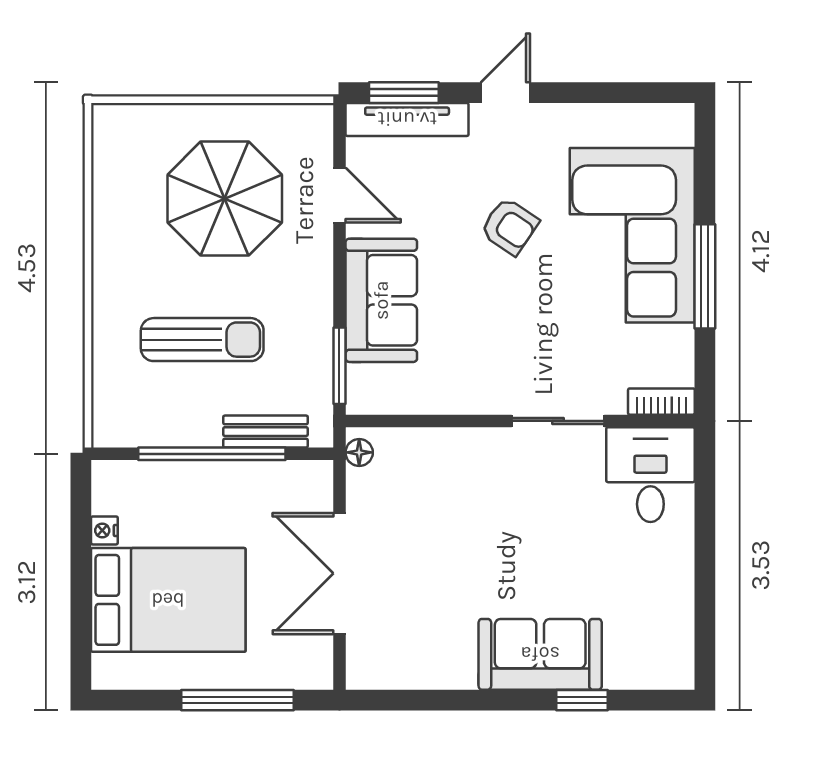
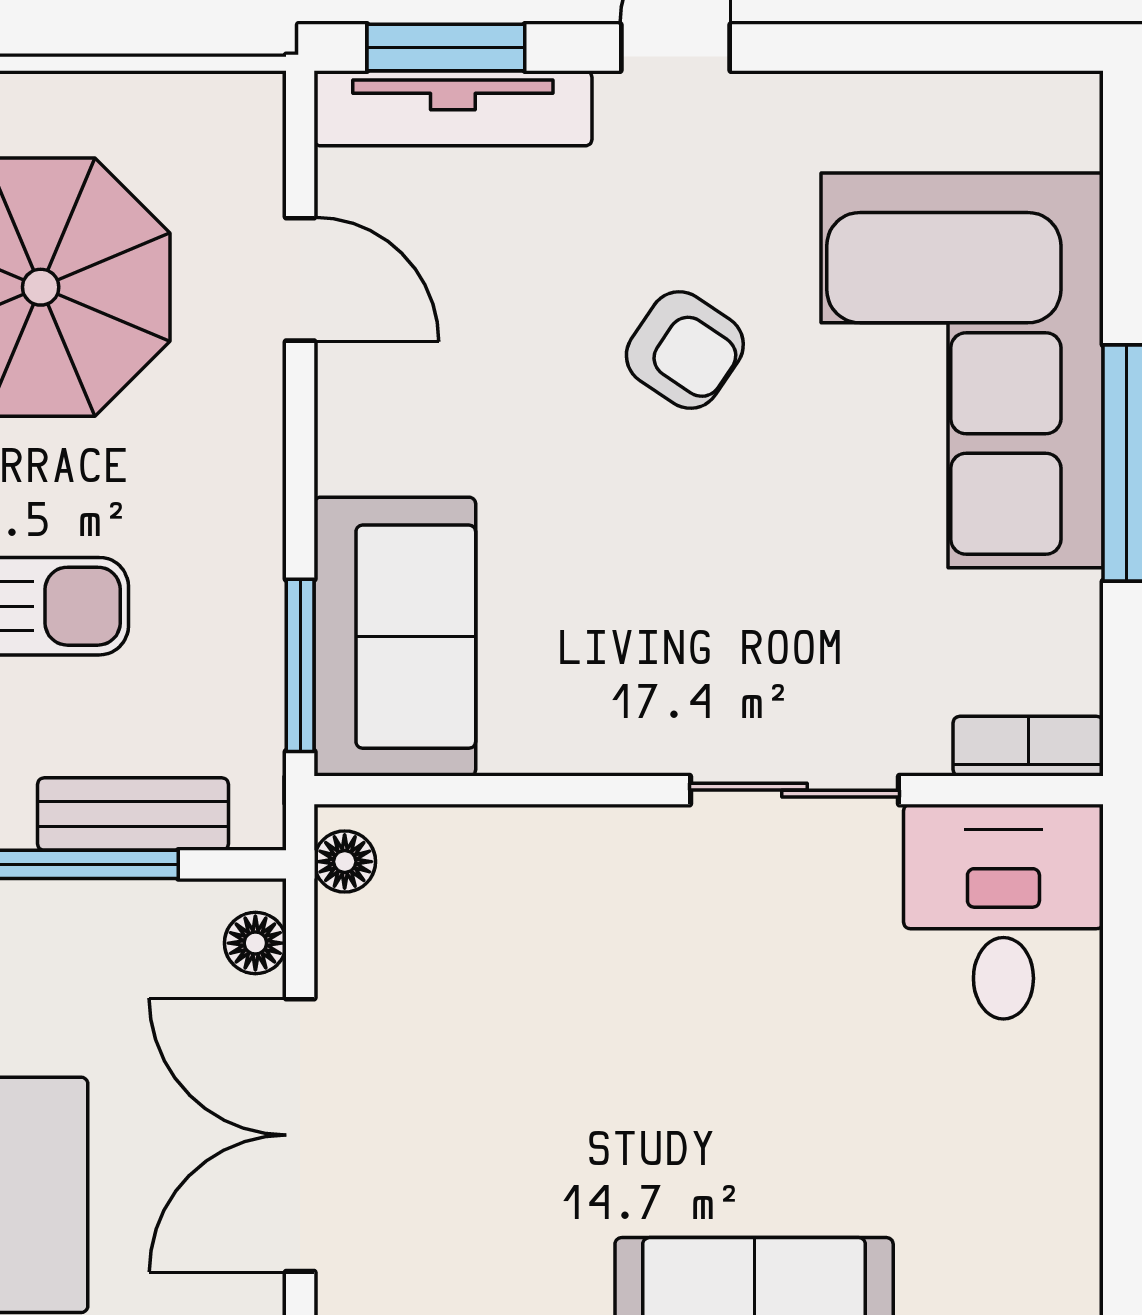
sofa: (381, 300) -> (395, 637), moved
floor lamp: (320, 489) -> (255, 943), added

